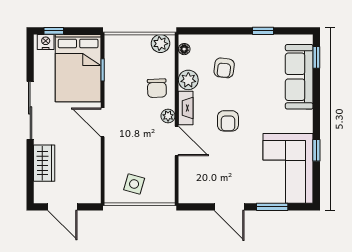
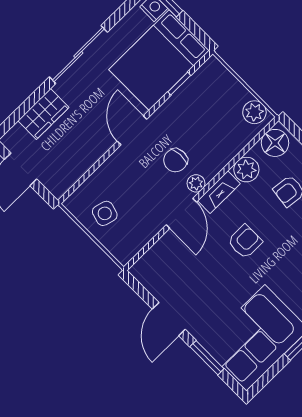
floor lamp: (184, 49) -> (275, 143), width x1.89, depth x1.89
chair: (157, 88) -> (175, 160), moved
armchair: (228, 121) -> (245, 242), turned 180

